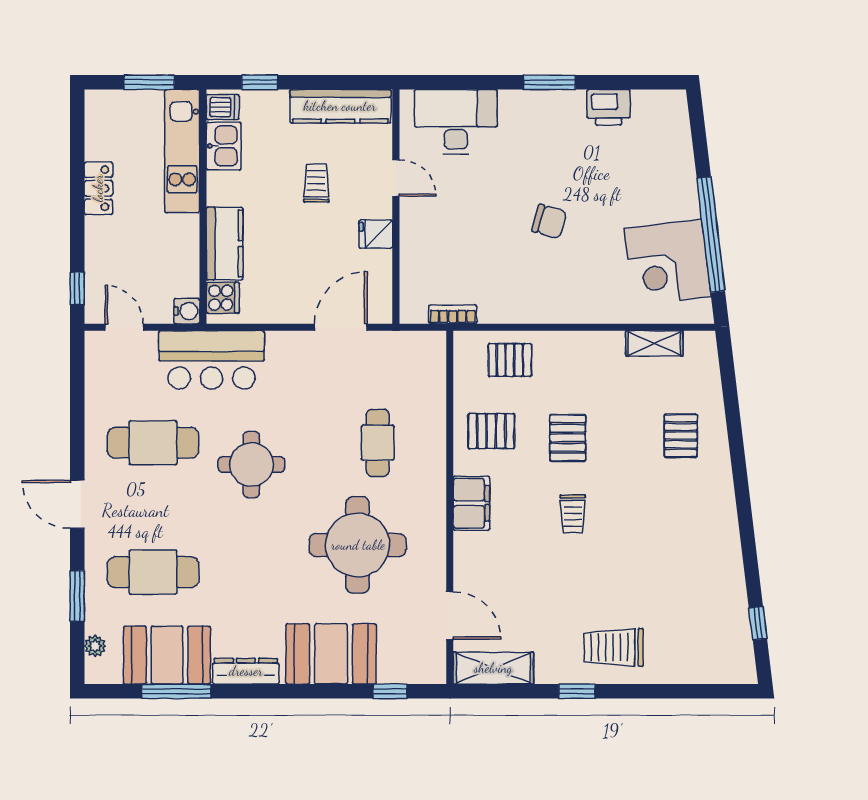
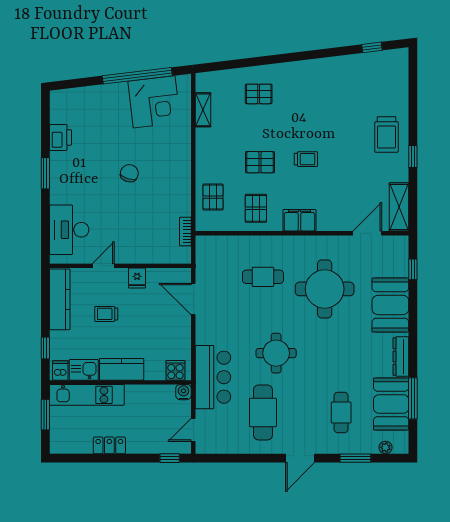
kitchen counter: (225, 243) -> (122, 369), moved
cafe table: (153, 572) -> (341, 412), width x0.73, depth x0.74

